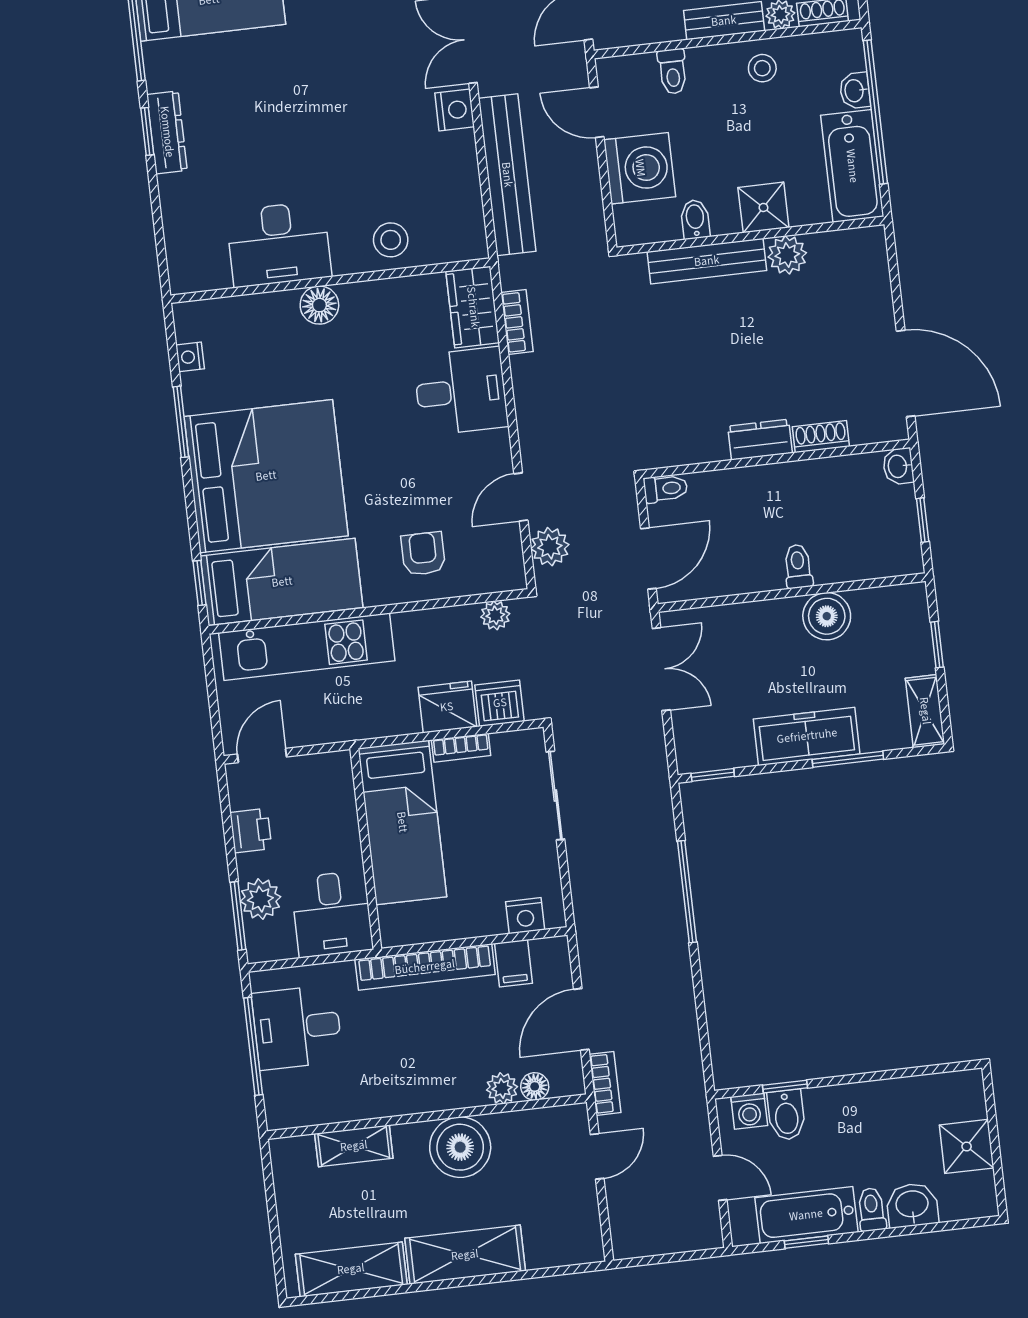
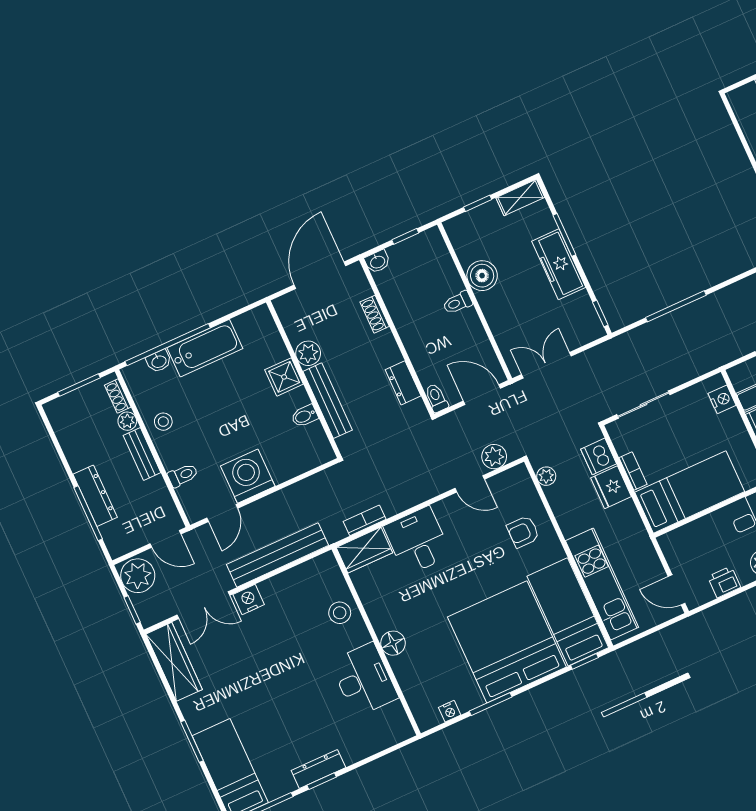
shower: (763, 207) -> (284, 377), moved
bidet: (695, 219) -> (305, 416), moved
wall: (750, 236) -> (304, 379), moved
plant: (787, 255) -> (308, 353), moved
bench: (707, 261) -> (328, 401), moved
dresser: (760, 440) -> (403, 383), moved

